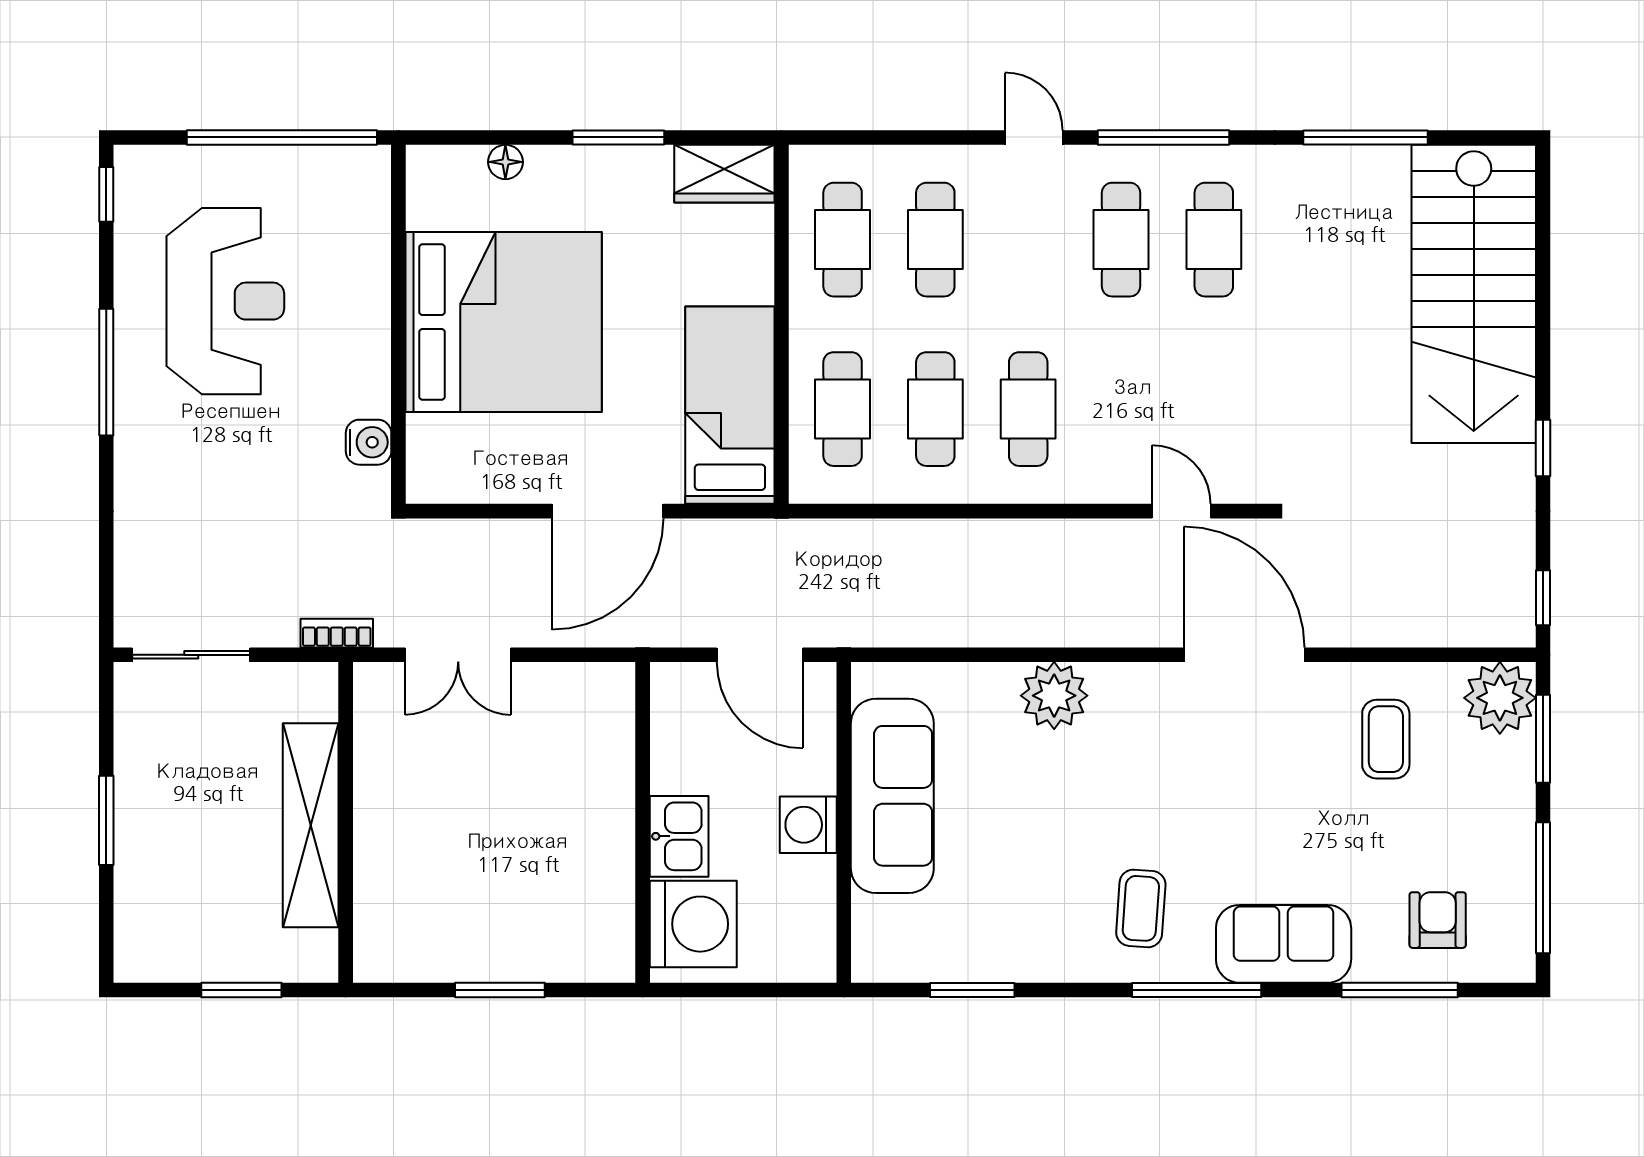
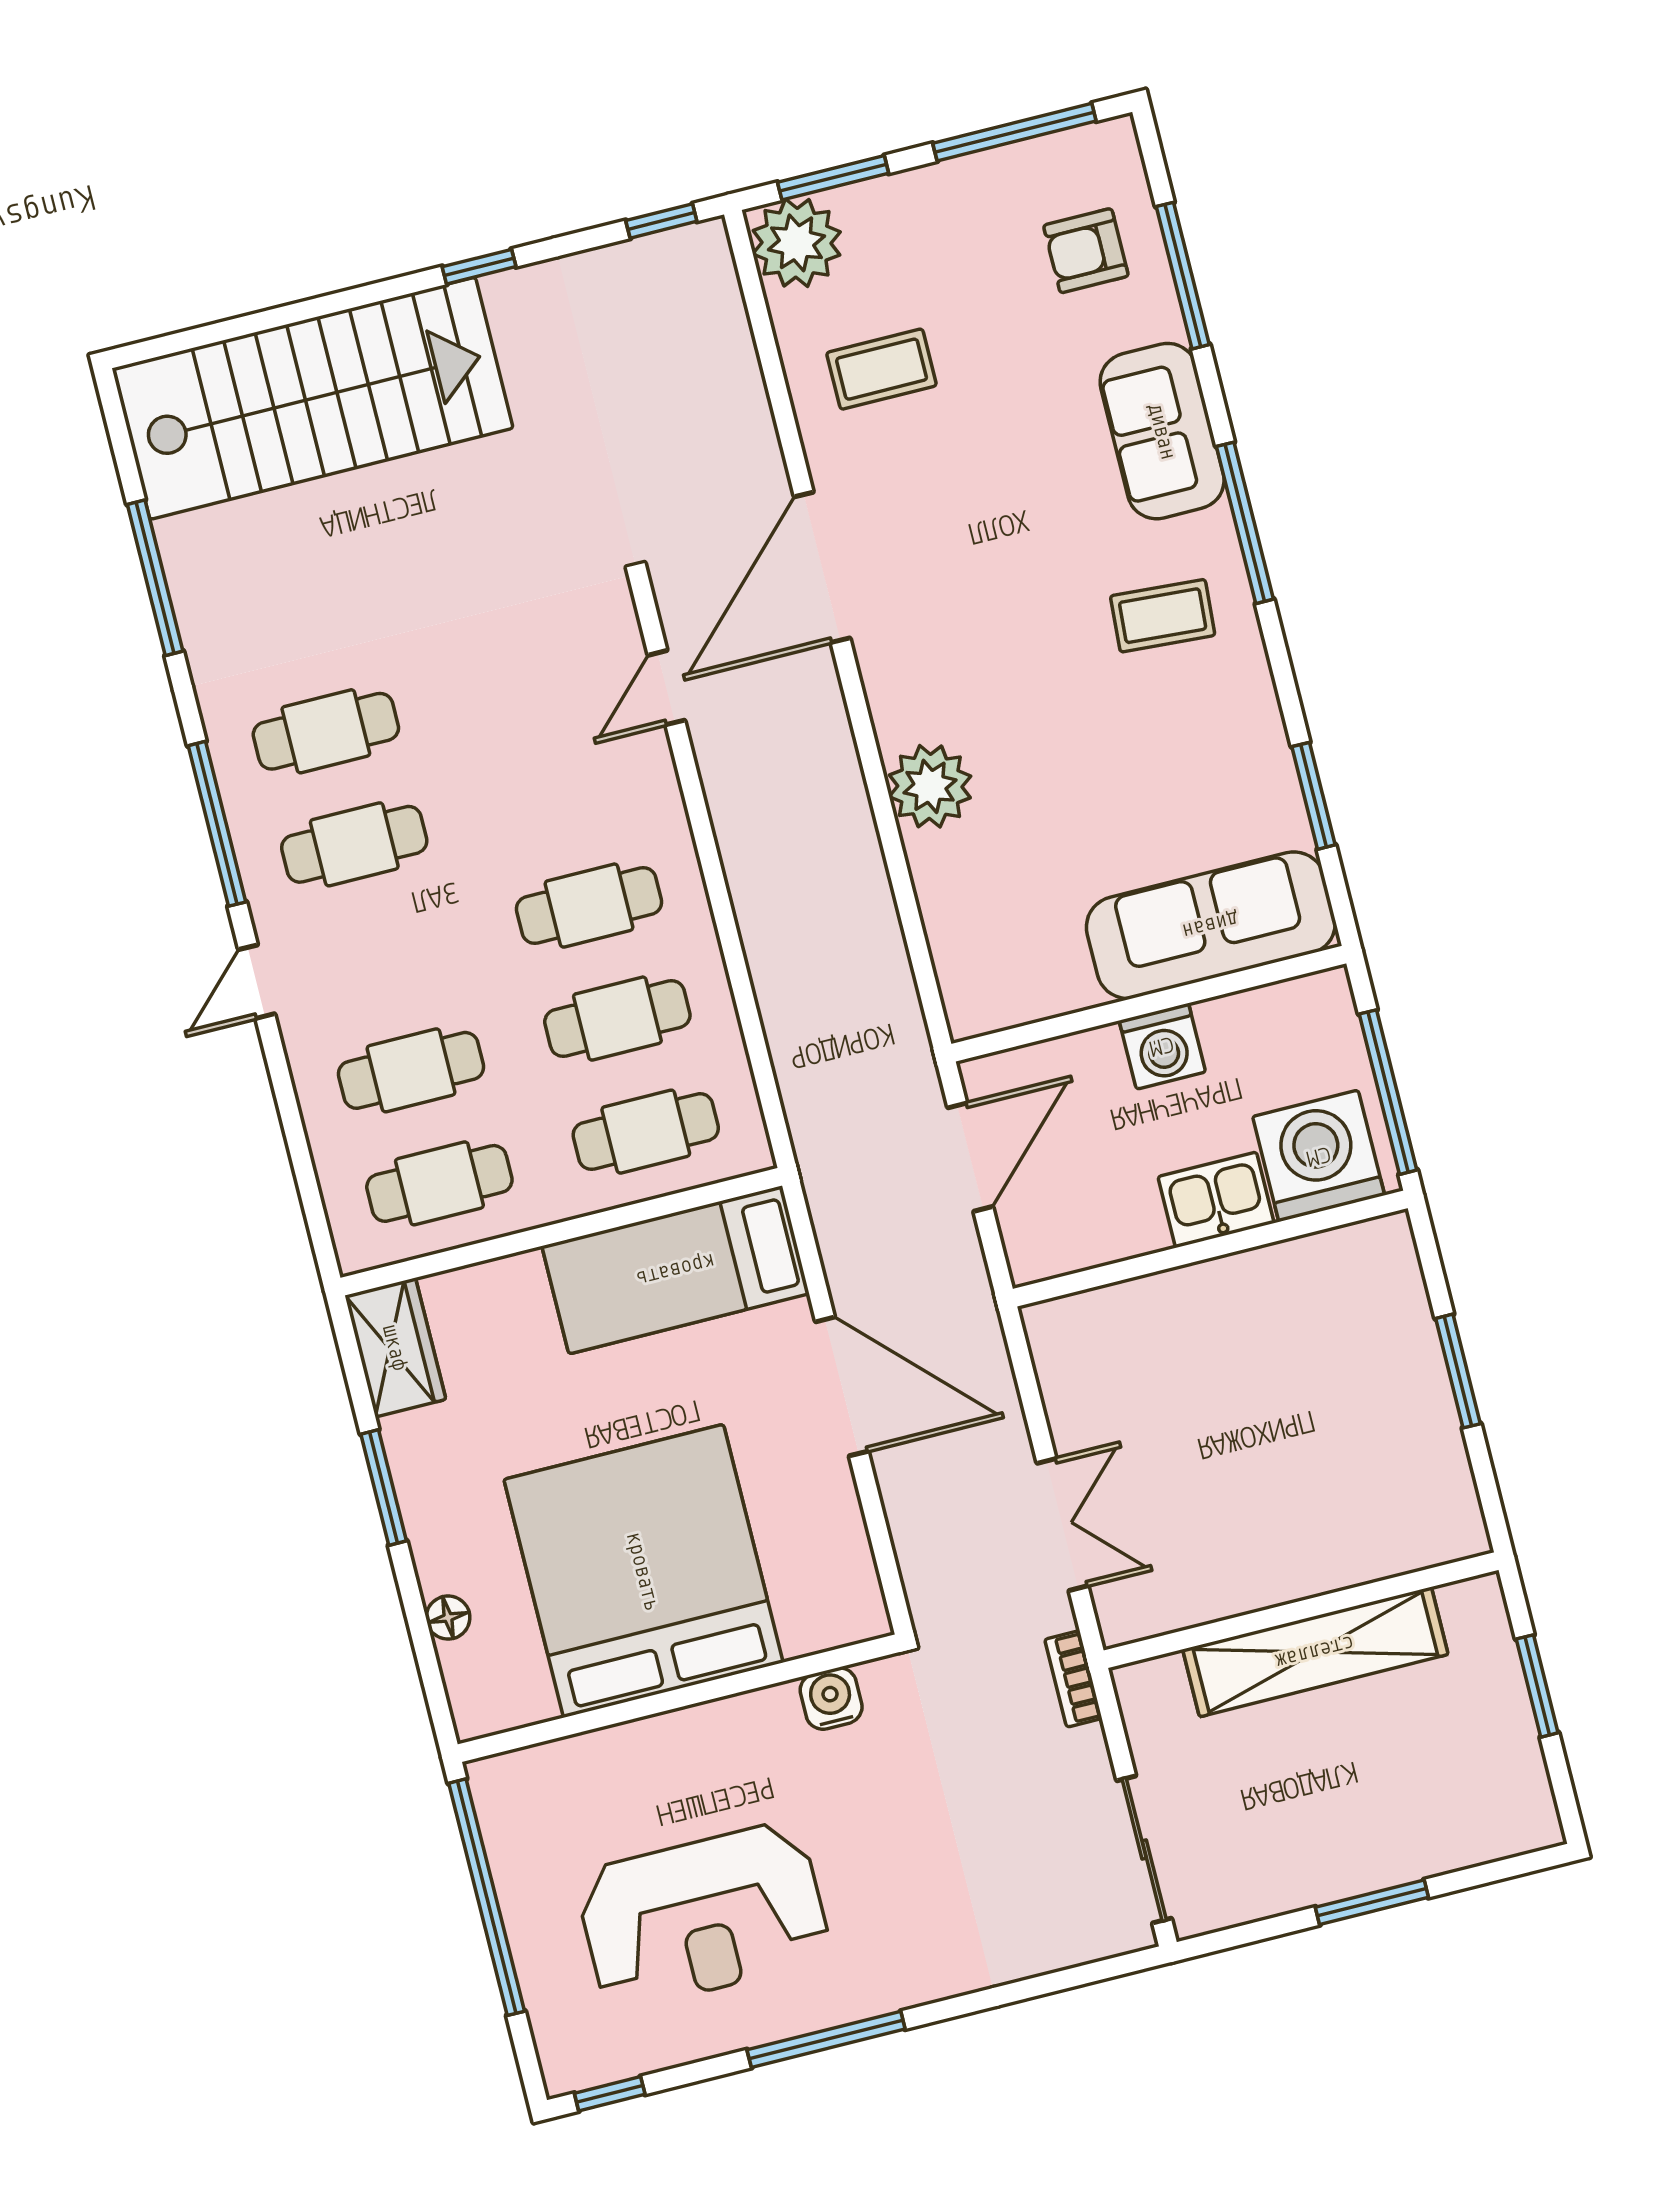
reception desk: (225, 301) -> (703, 1916), turned 180
sofa: (892, 796) -> (1211, 925), moved
window: (729, 990) -> (1388, 1092), added

